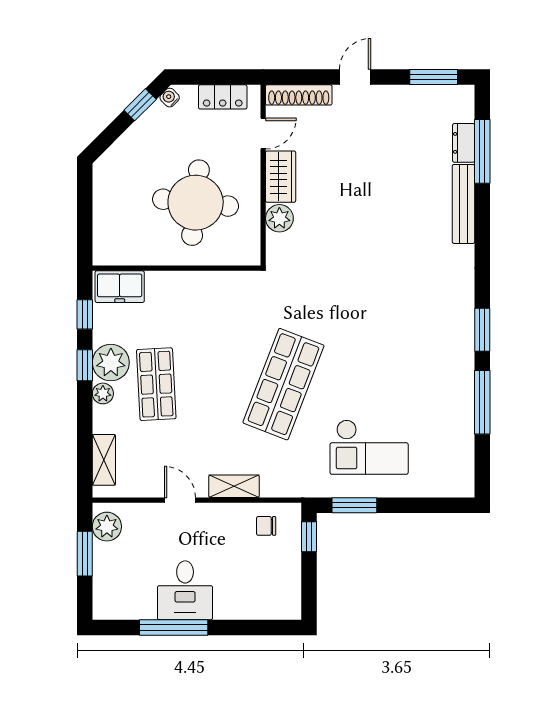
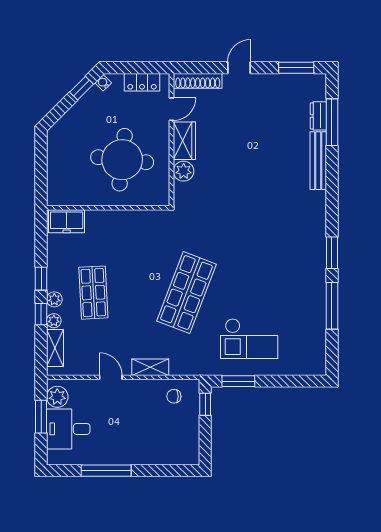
window: (85, 314) -> (41, 314), moved
plant: (111, 363) -> (54, 321), moved, width x0.53, depth x0.53
desk: (185, 590) -> (68, 429), moved, turned 90

